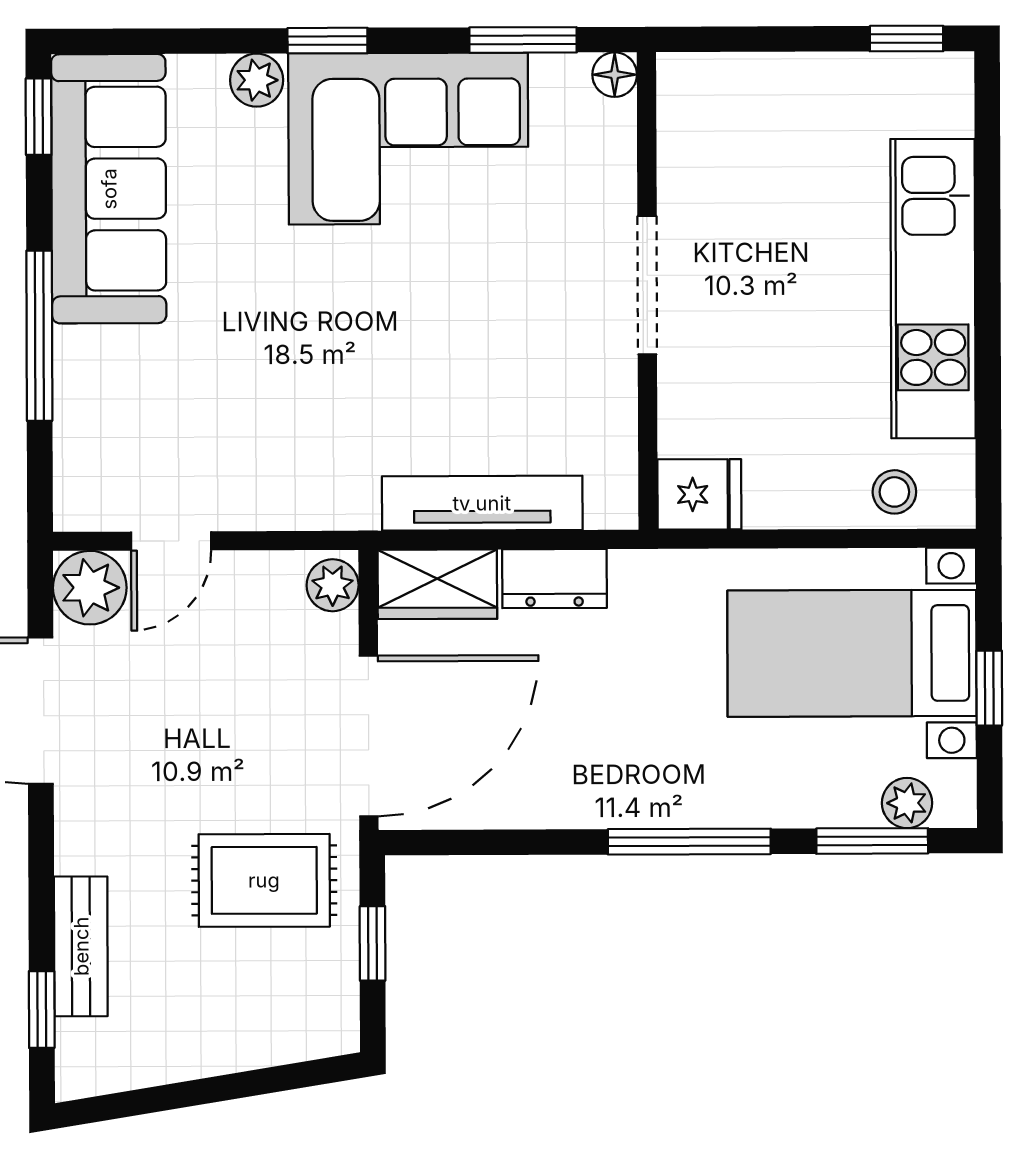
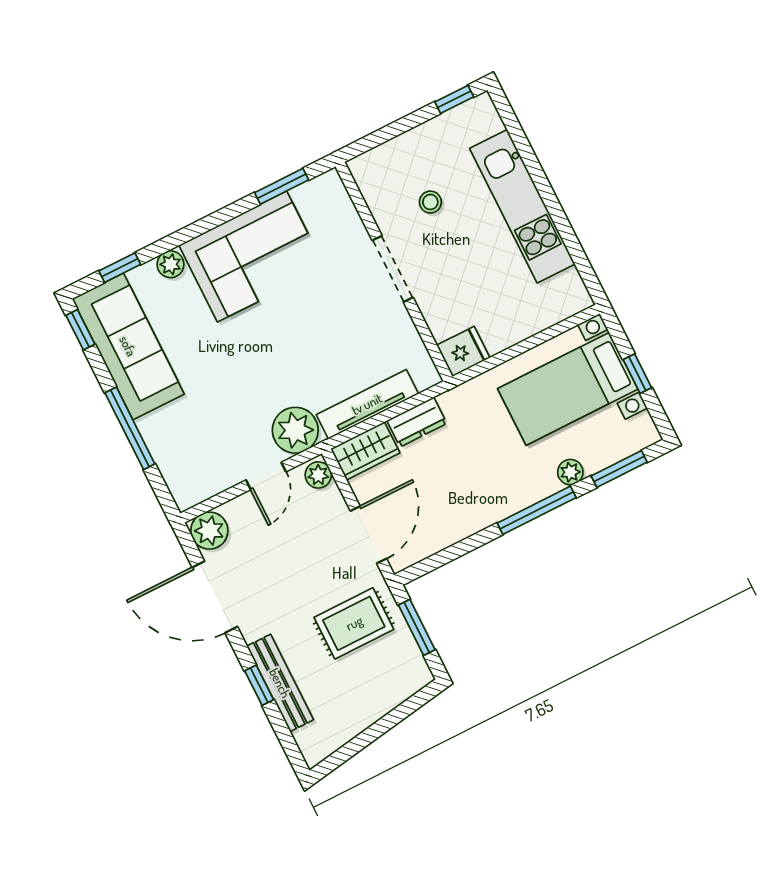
window: (327, 41) -> (120, 268), moved
floor lamp: (615, 75) -> (331, 181), removed
plant: (331, 485) -> (295, 430), added
stool: (894, 492) -> (430, 202), moved
door: (171, 541) -> (266, 476), moved
door: (369, 736) -> (368, 535), width x0.73
plant: (907, 803) -> (570, 472), moved
window: (373, 943) -> (417, 627), width x1.50
bench: (81, 946) -> (280, 683), width x1.36
window: (42, 1010) -> (259, 685), moved

